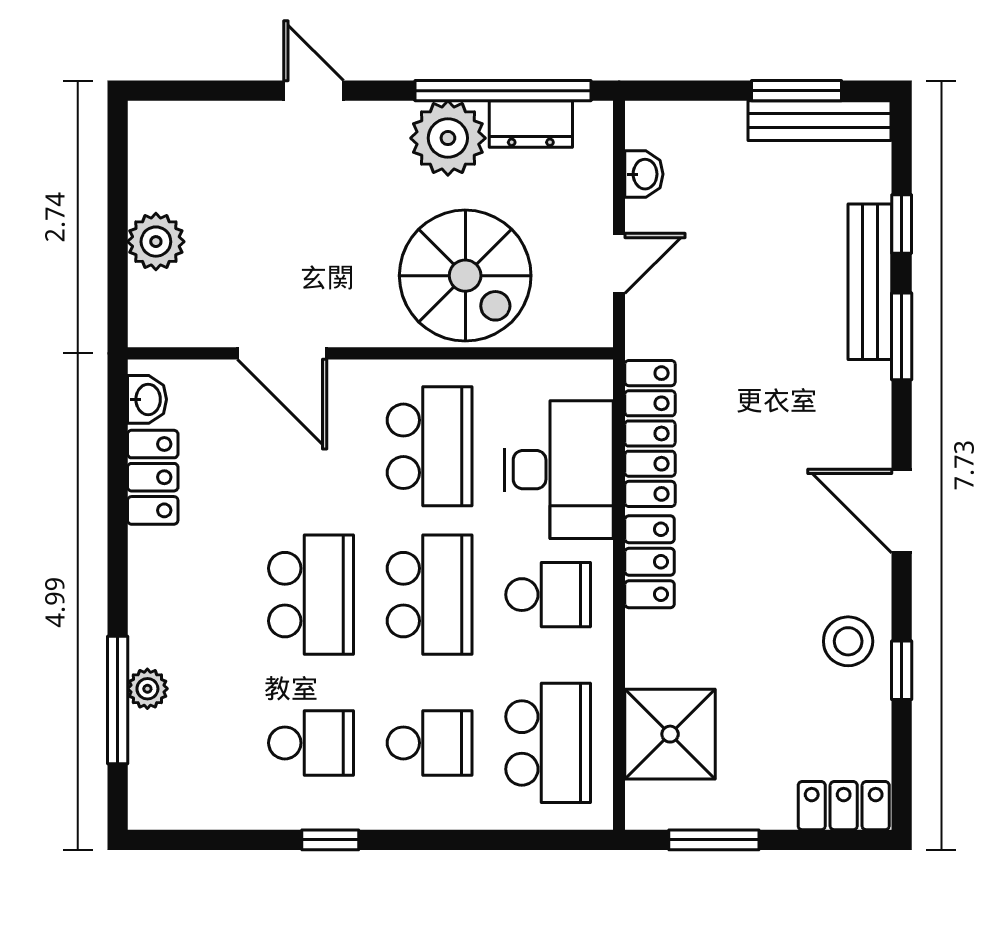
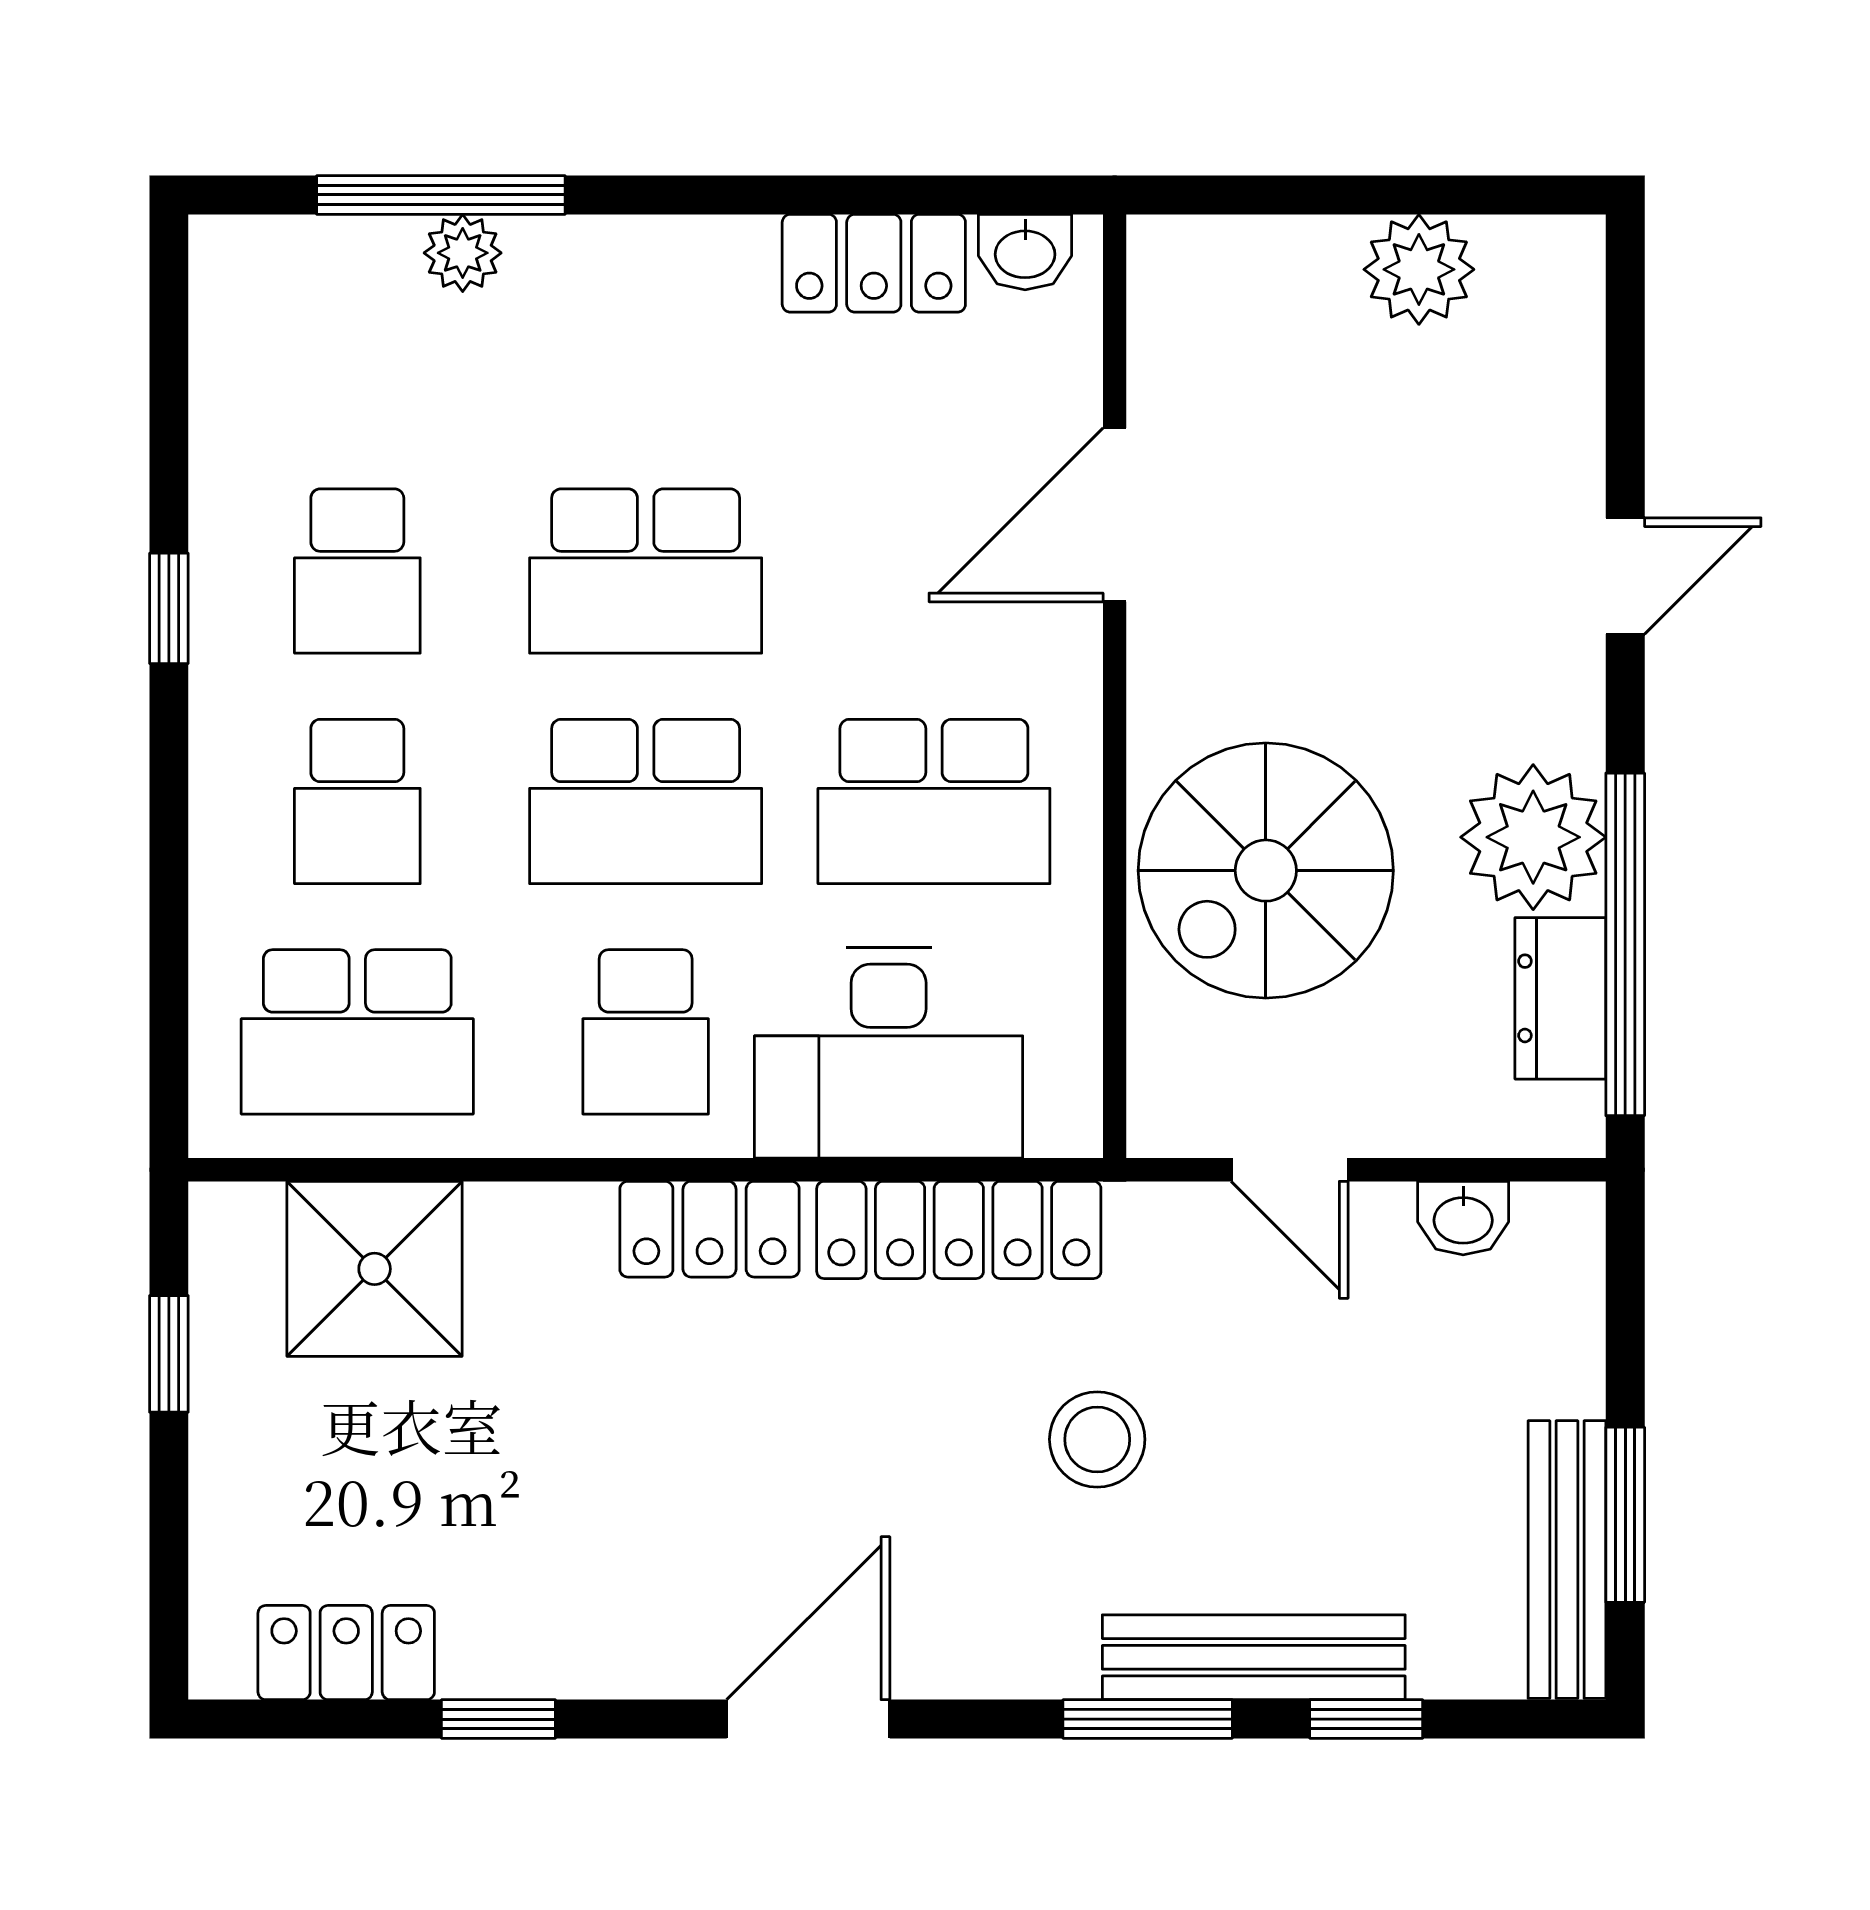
plant: (156, 242) -> (1419, 269), moved
stool: (848, 641) -> (1097, 1439), moved
locker: (844, 806) -> (346, 1653), moved, turned -90
window: (714, 840) -> (169, 1354), width x0.67

